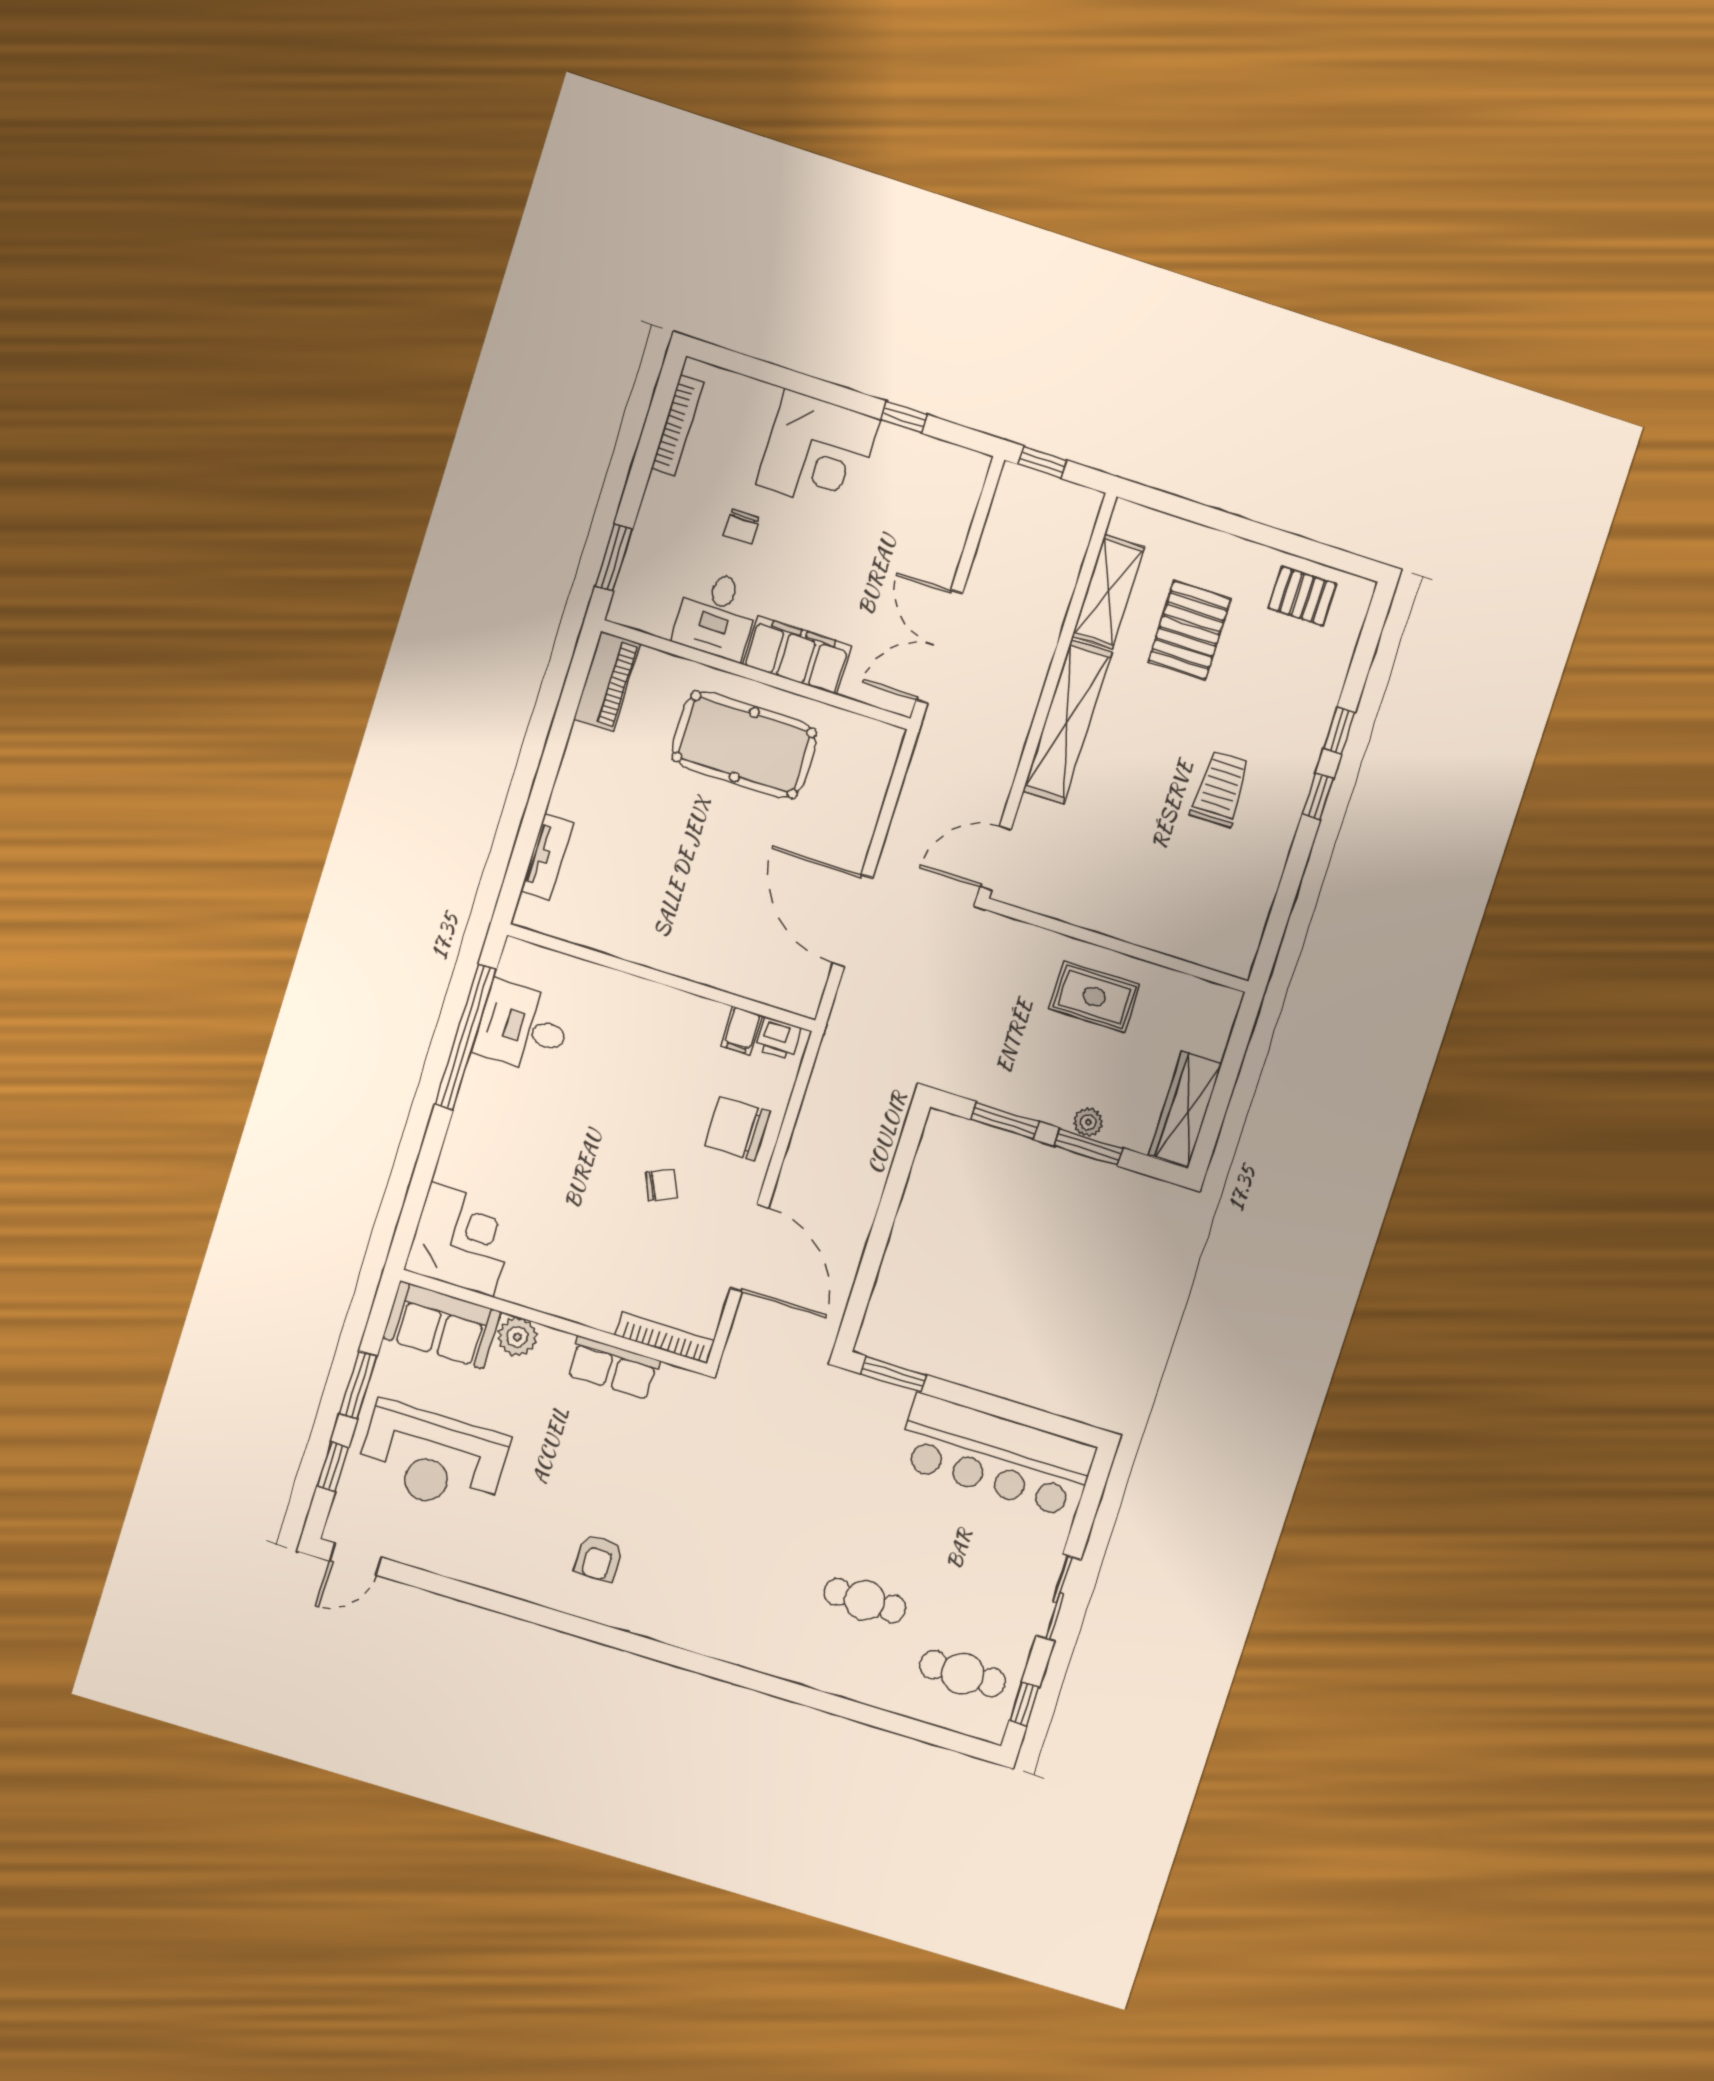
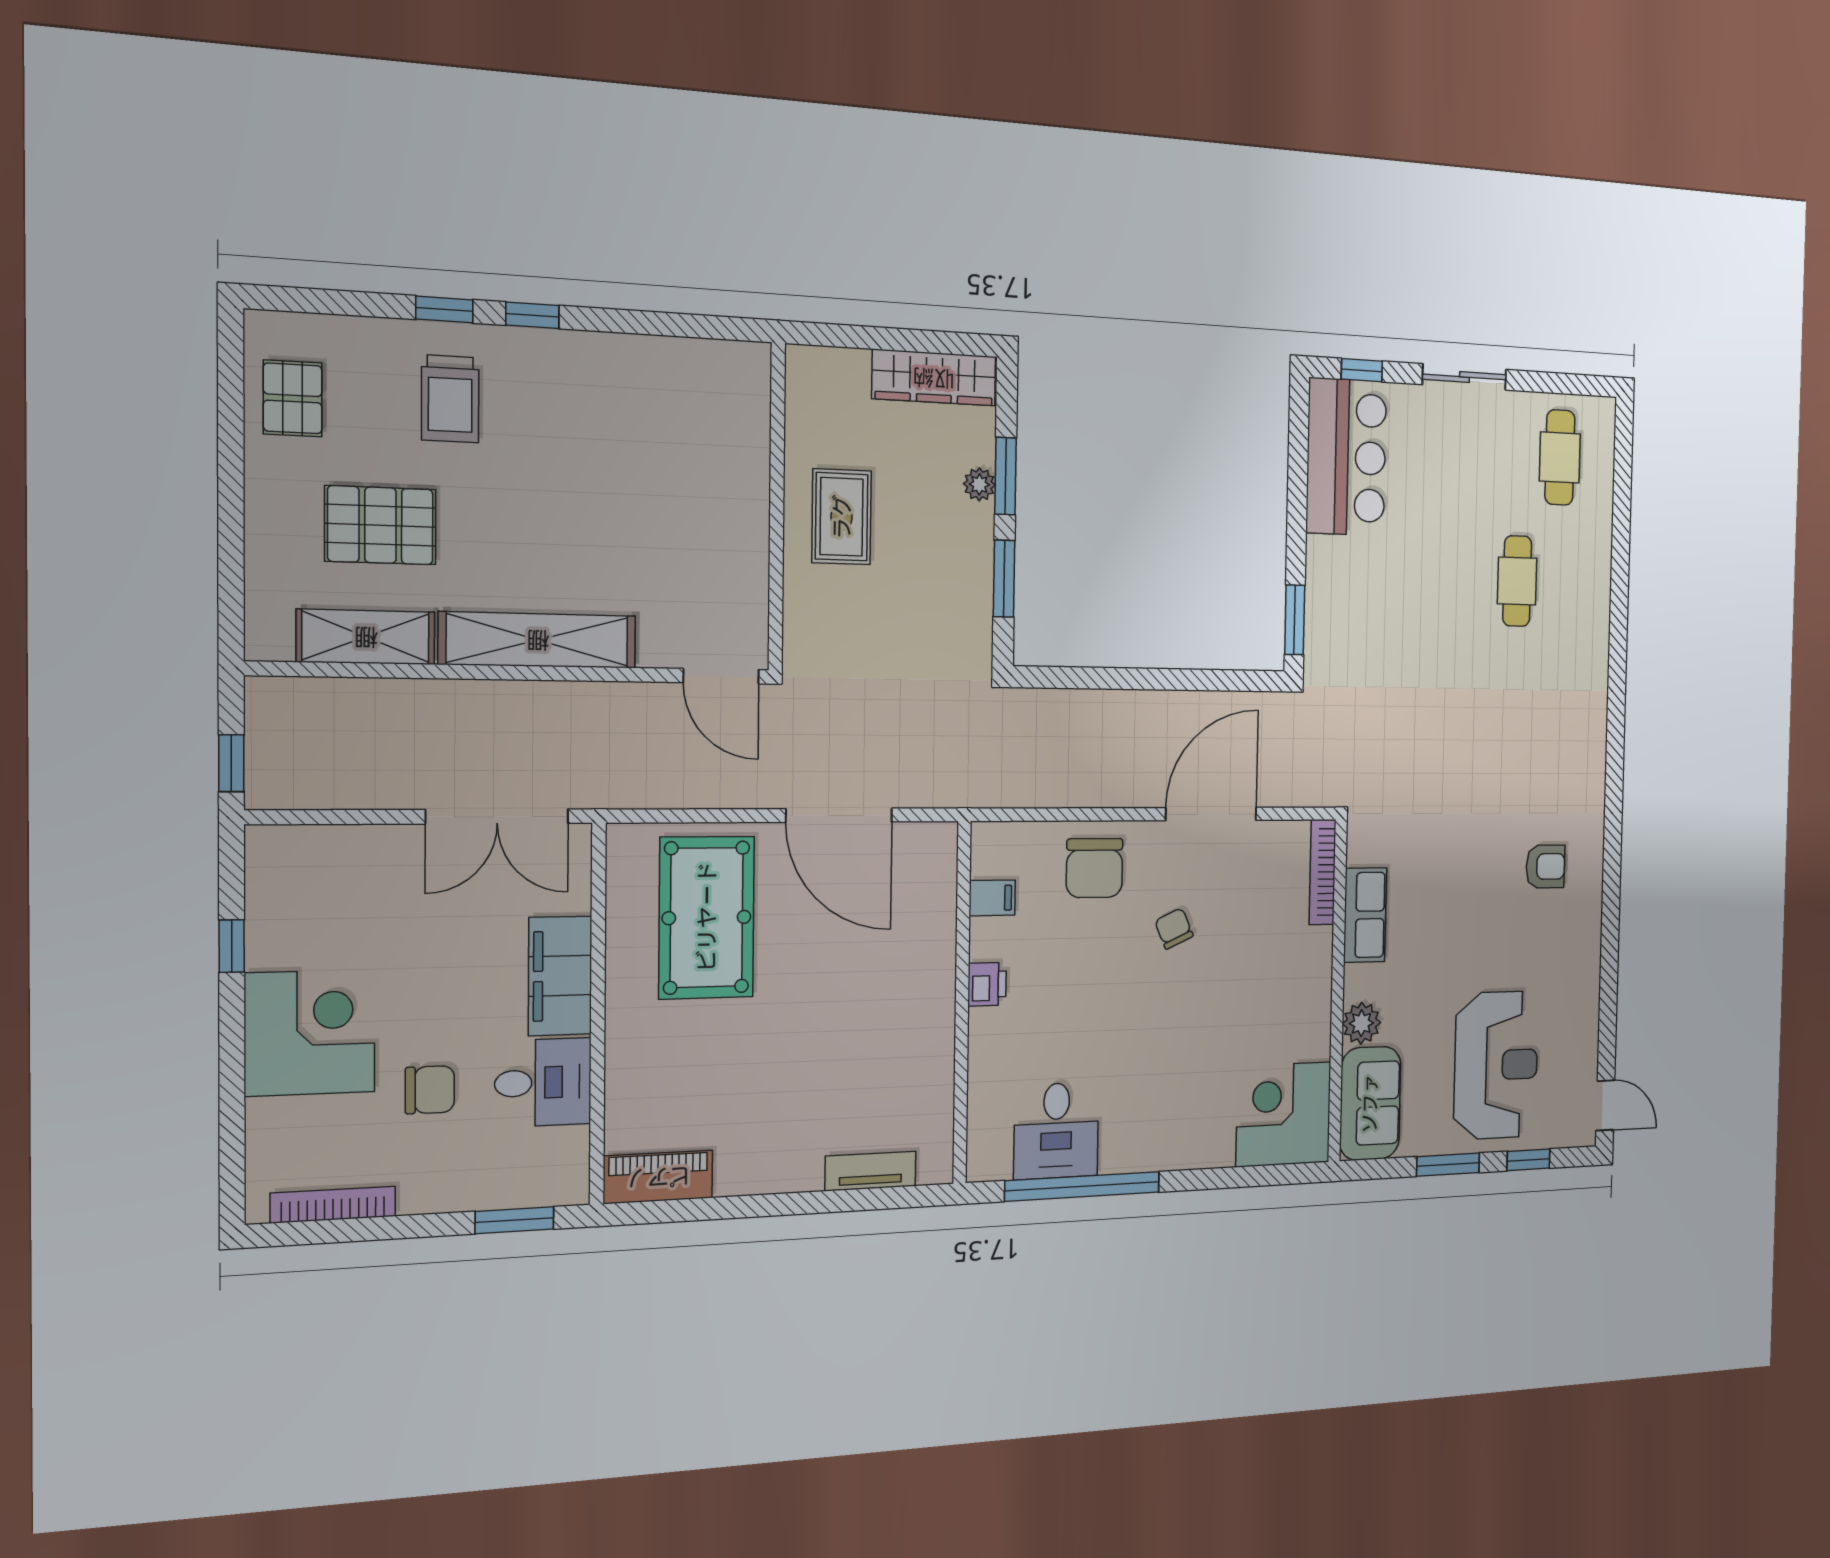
chair: (742, 527) -> (430, 1090), width x1.37, depth x1.37
pool table: (744, 745) -> (707, 917), moved
trolley: (1220, 789) -> (450, 399), moved, turned -90
door: (853, 921) -> (839, 815), hinge flipped
printer: (778, 1039) -> (987, 984), moved
bar counter: (996, 1456) -> (1346, 457), width x0.73
window: (1024, 1704) -> (1362, 370), moved

